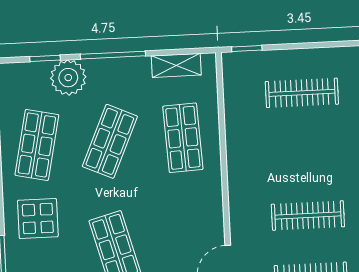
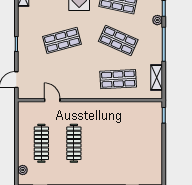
plant: (68, 78) -> (157, 20), width x0.53, depth x0.53
clothes rail: (302, 93) -> (139, 143), removed

